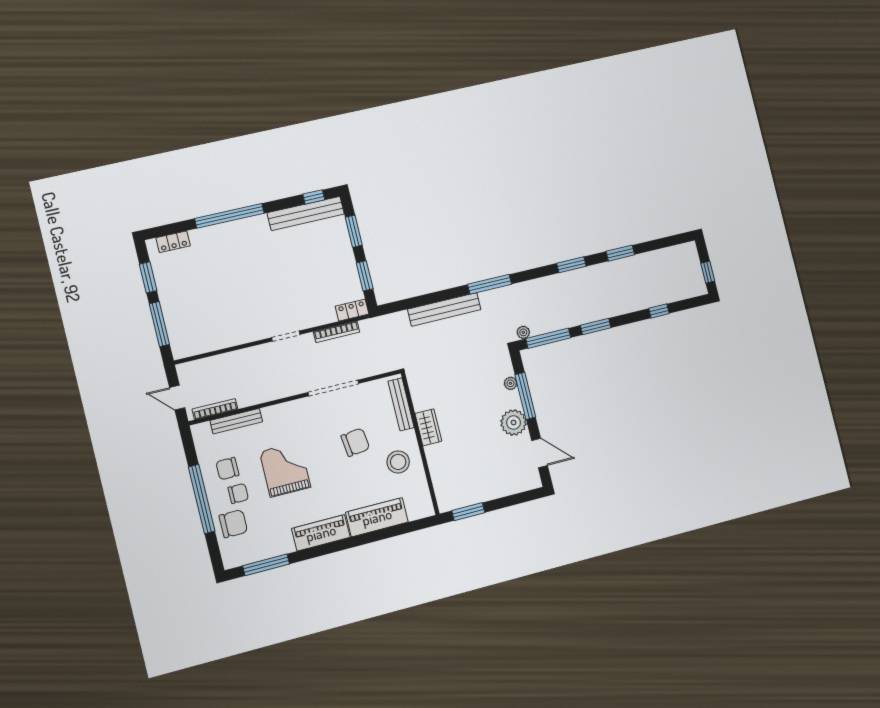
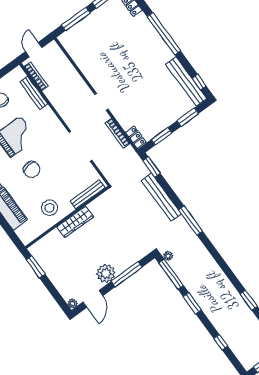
window: (571, 265) -> (152, 167), moved
plant: (510, 383) -> (72, 303), moved
wardrobe: (428, 427) -> (75, 222), width x1.50
chair: (355, 442) -> (32, 169), moved

